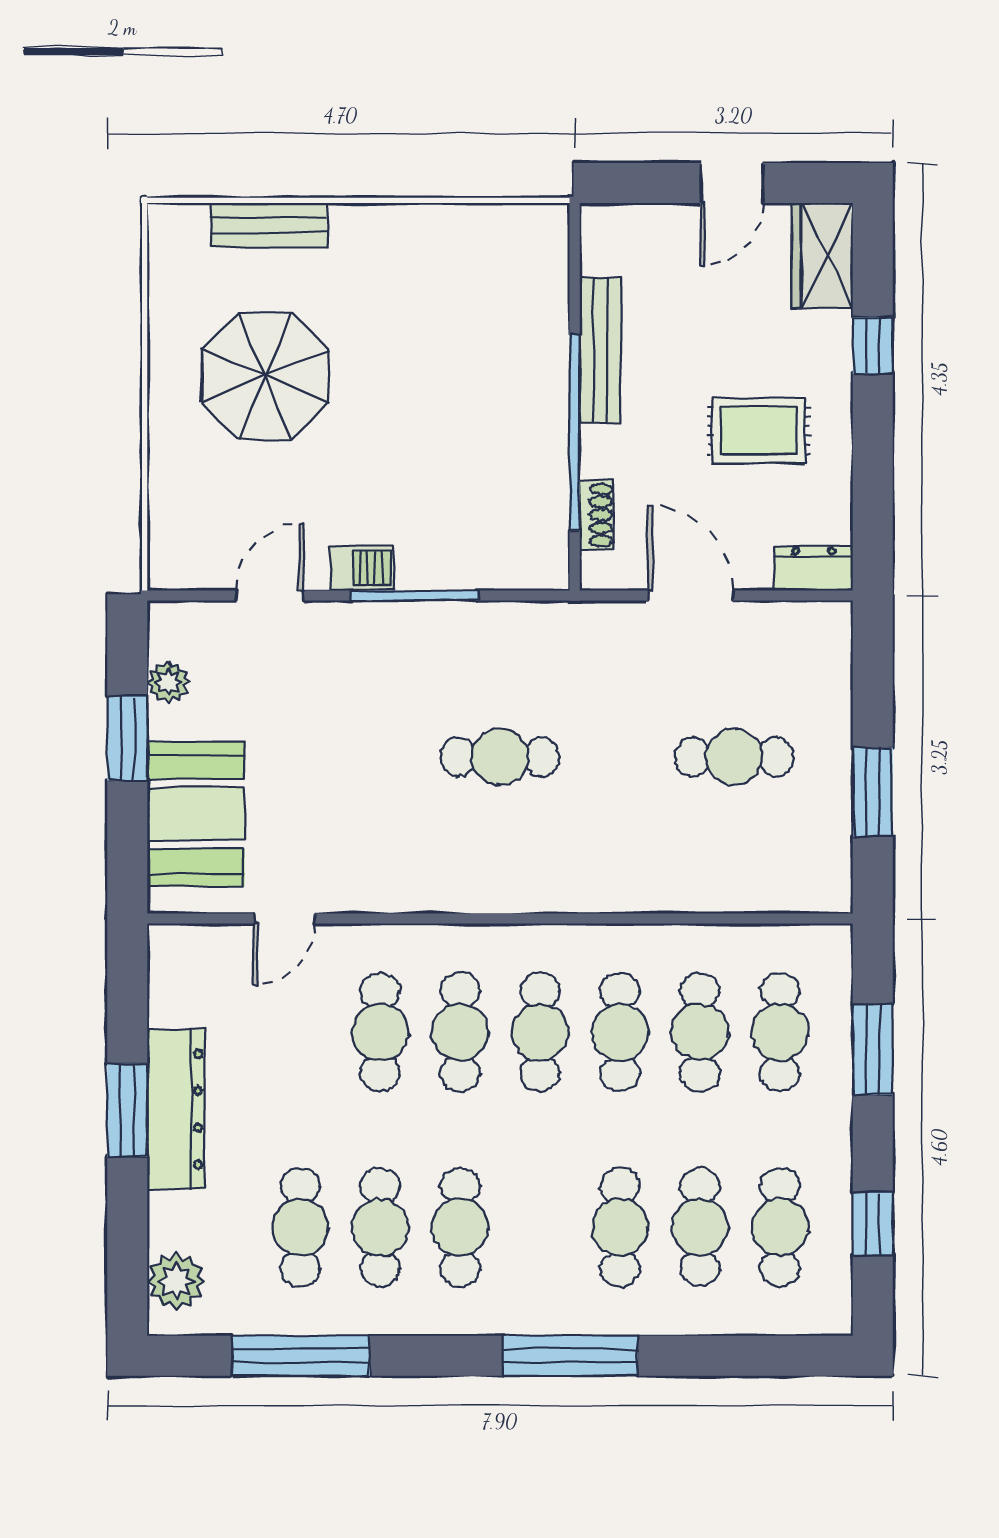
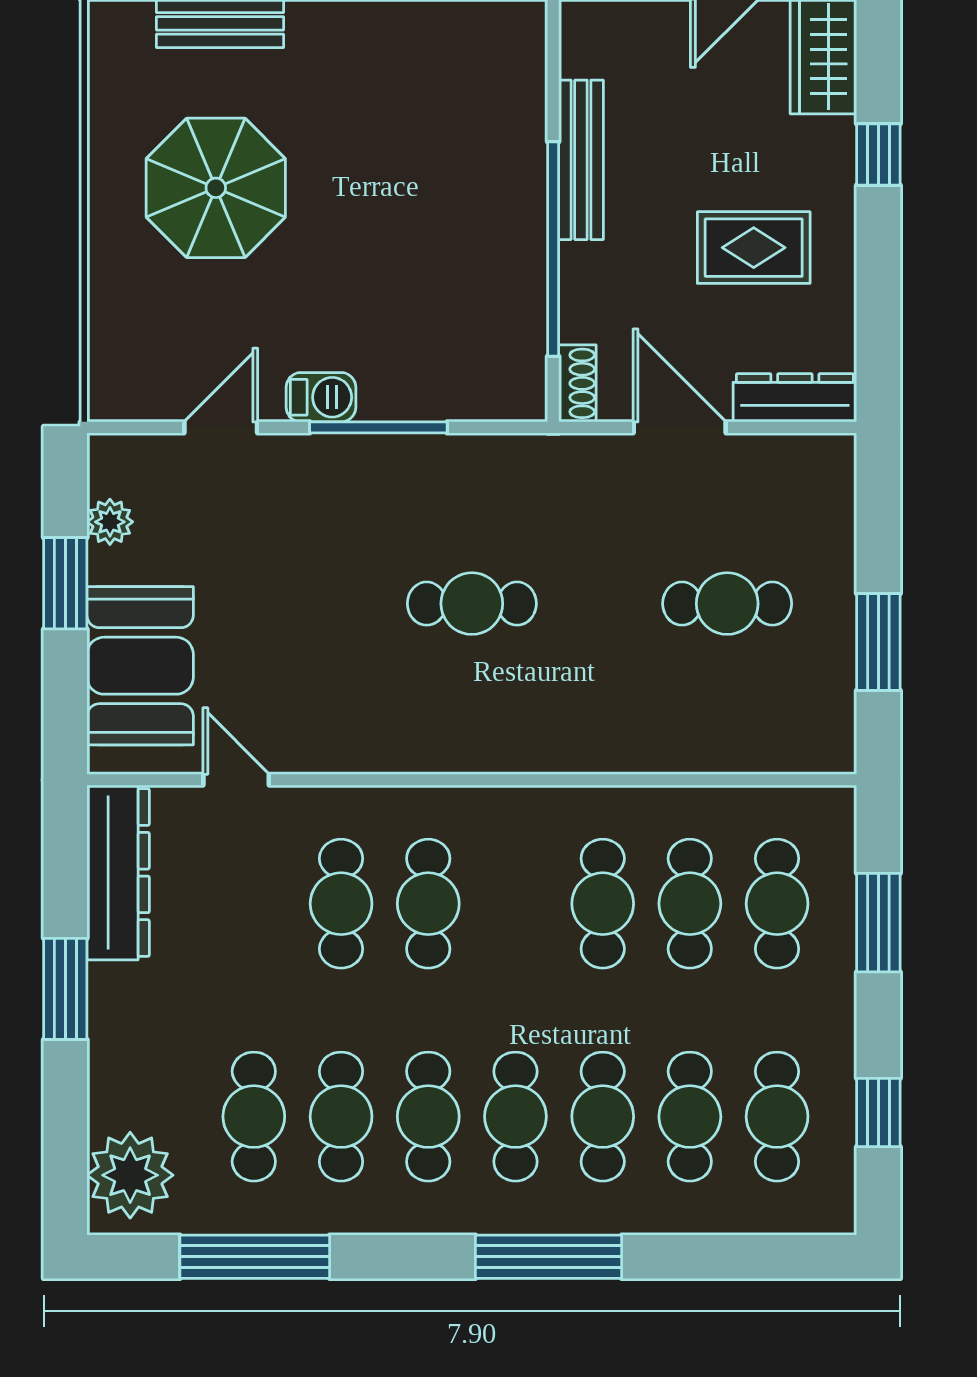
shoe rack: (597, 515) -> (577, 383), moved
dresser: (813, 568) -> (795, 398), width x1.44
door: (284, 918) -> (236, 780), swing flipped
cafe table: (540, 1032) -> (515, 1117), moved
dresser: (176, 1109) -> (118, 873), moved
plant: (176, 1281) -> (130, 1175), width x1.36, depth x1.36

